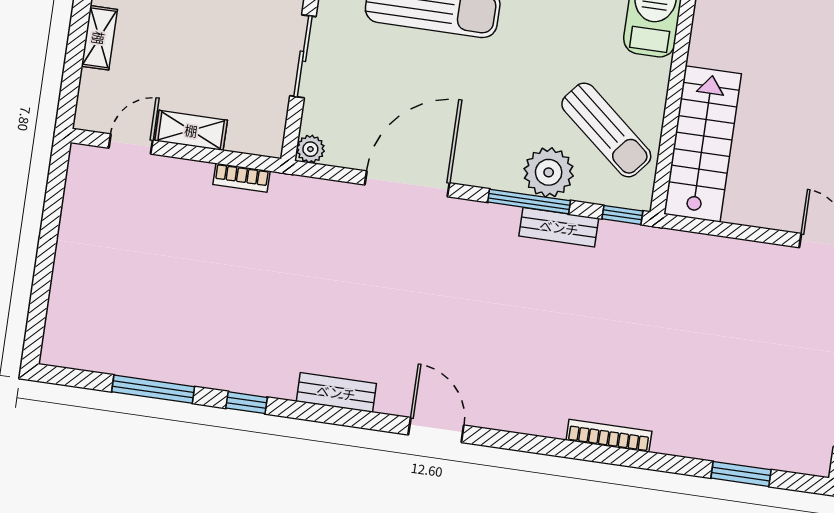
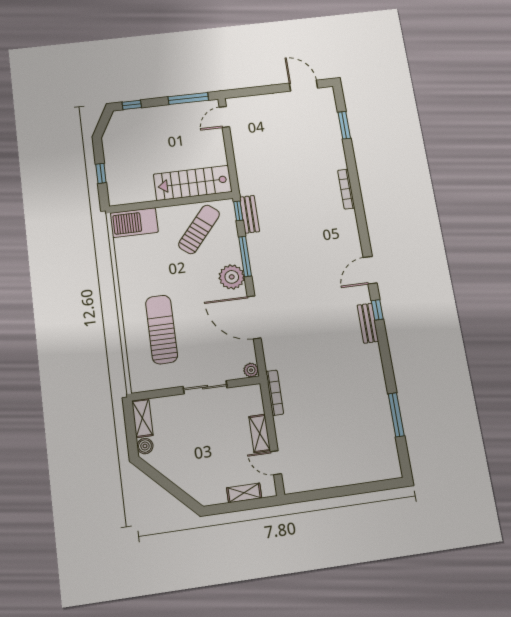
shelving: (99, 38) -> (244, 493), moved
plant: (549, 172) -> (232, 277), moved
bookcase: (242, 178) -> (275, 393), width x1.56
bench: (559, 227) -> (250, 214), moved
window: (247, 403) -> (377, 310), moved

